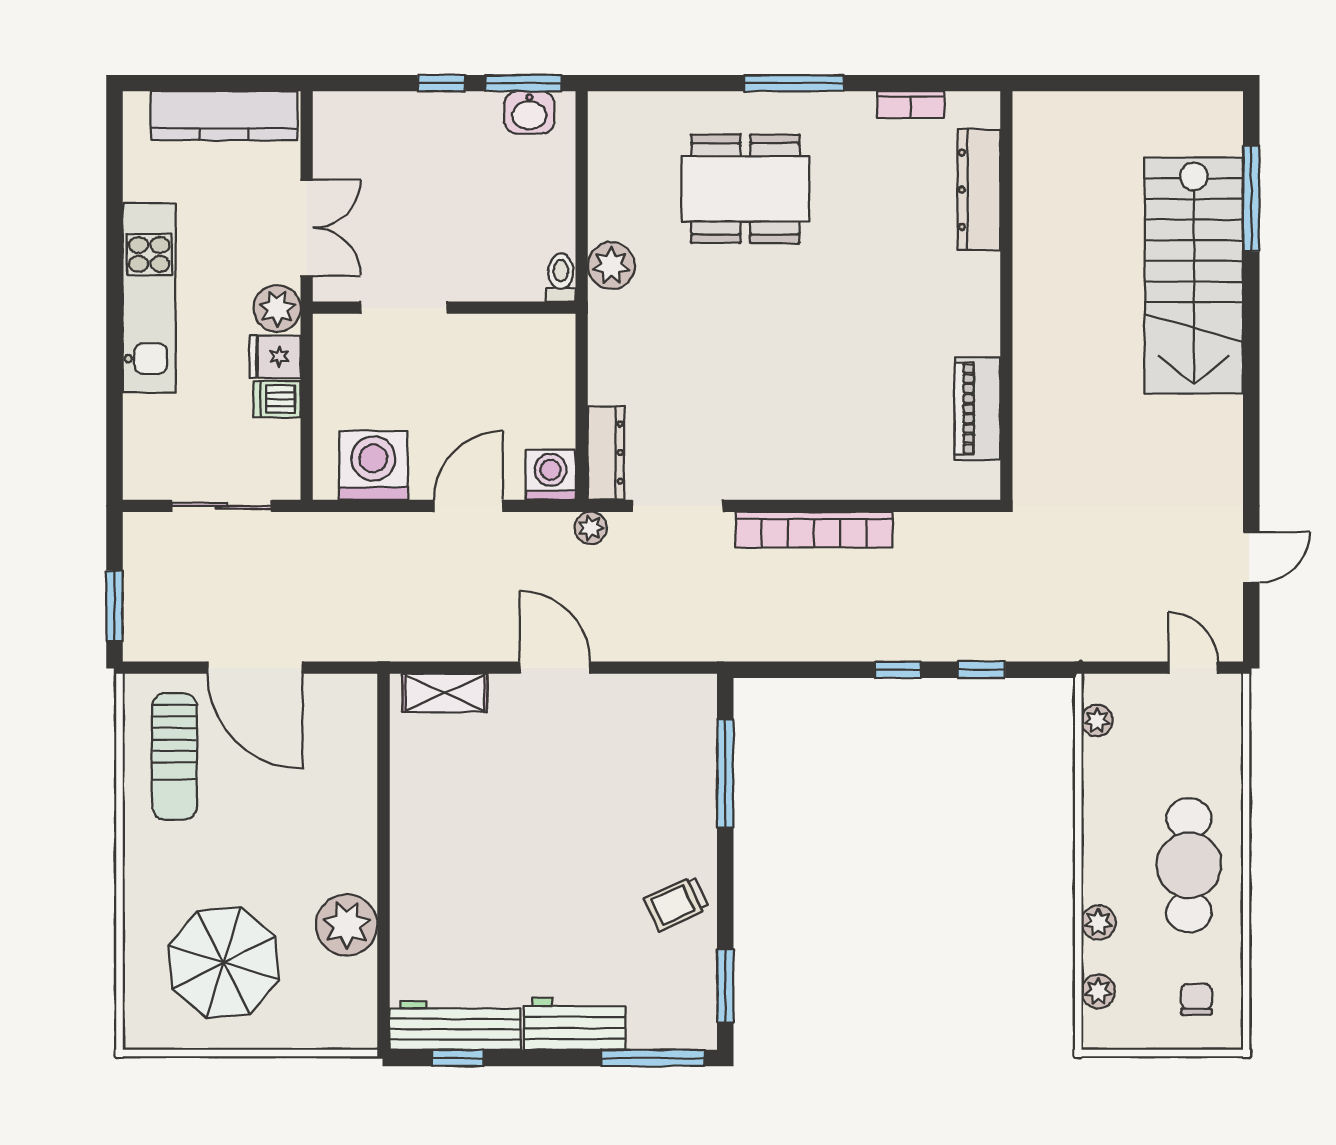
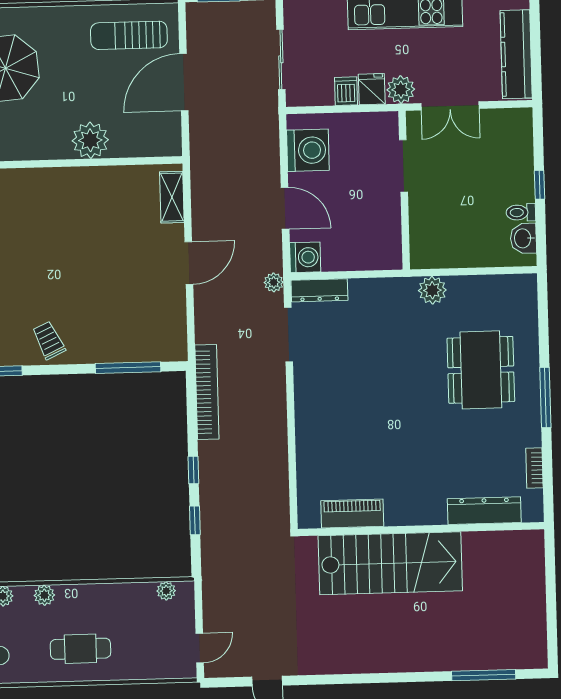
window: (523, 83) -> (541, 234), removed
stairs: (1194, 276) -> (390, 563), moved, turned 180
toilet: (561, 277) -> (521, 212), moved, turned 180
bookcase: (814, 530) -> (207, 392), moved, turned 180
cafe table: (1189, 865) -> (80, 649), width x0.73, depth x0.74
plant: (347, 925) -> (90, 140), moved

